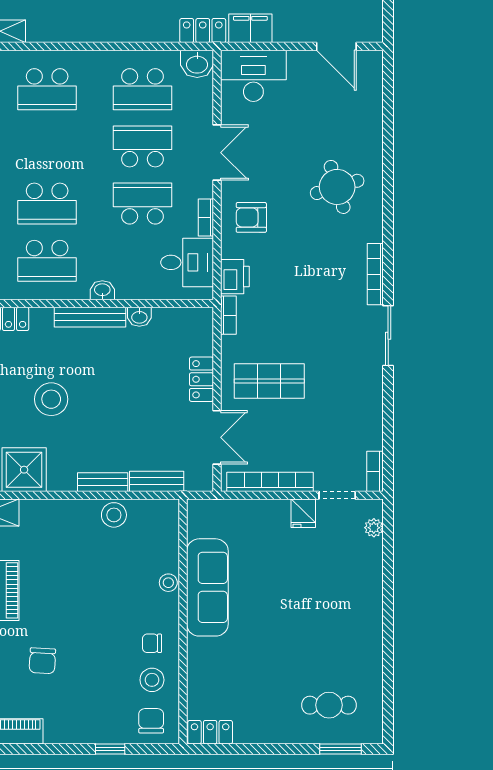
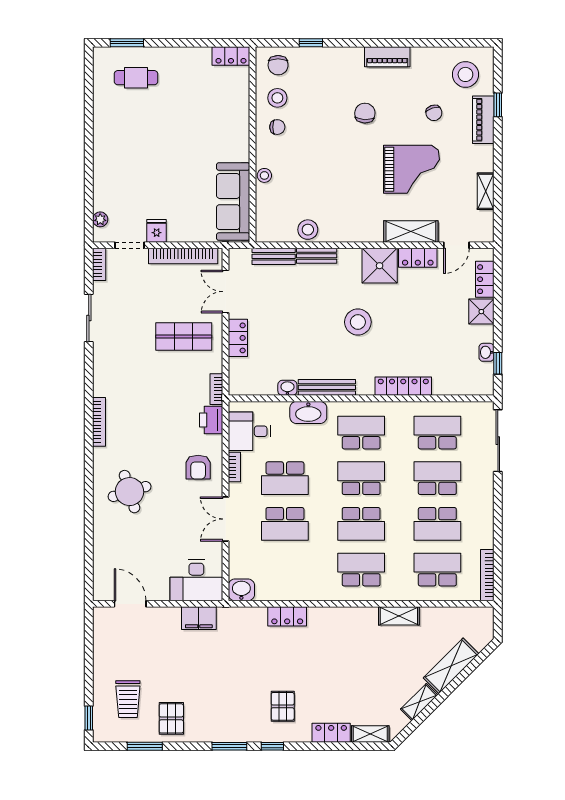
locker: (203, 31) -> (287, 616), moved
school desk: (142, 89) -> (361, 524), moved, turned 180
armchair: (251, 217) -> (198, 467), turned 90
washbasin: (102, 290) -> (308, 412), width x1.91, depth x1.45
sliding door: (388, 336) -> (89, 318), moved
sofa: (207, 587) -> (233, 202), moved

